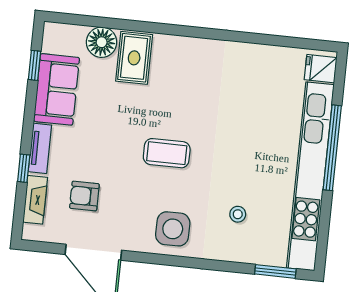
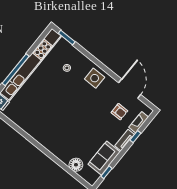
rug: (134, 58) -> (68, 151), removed
coffee table: (167, 153) -> (78, 108), removed

